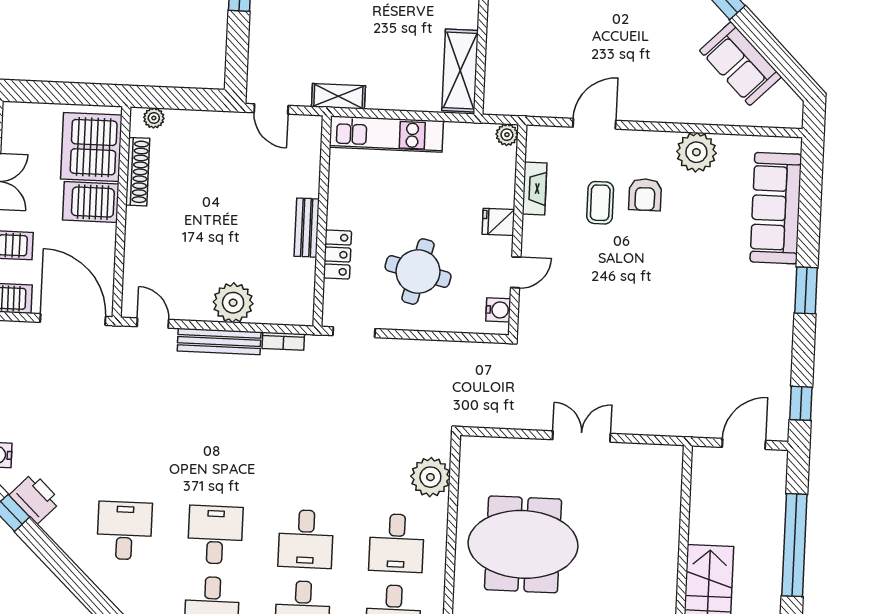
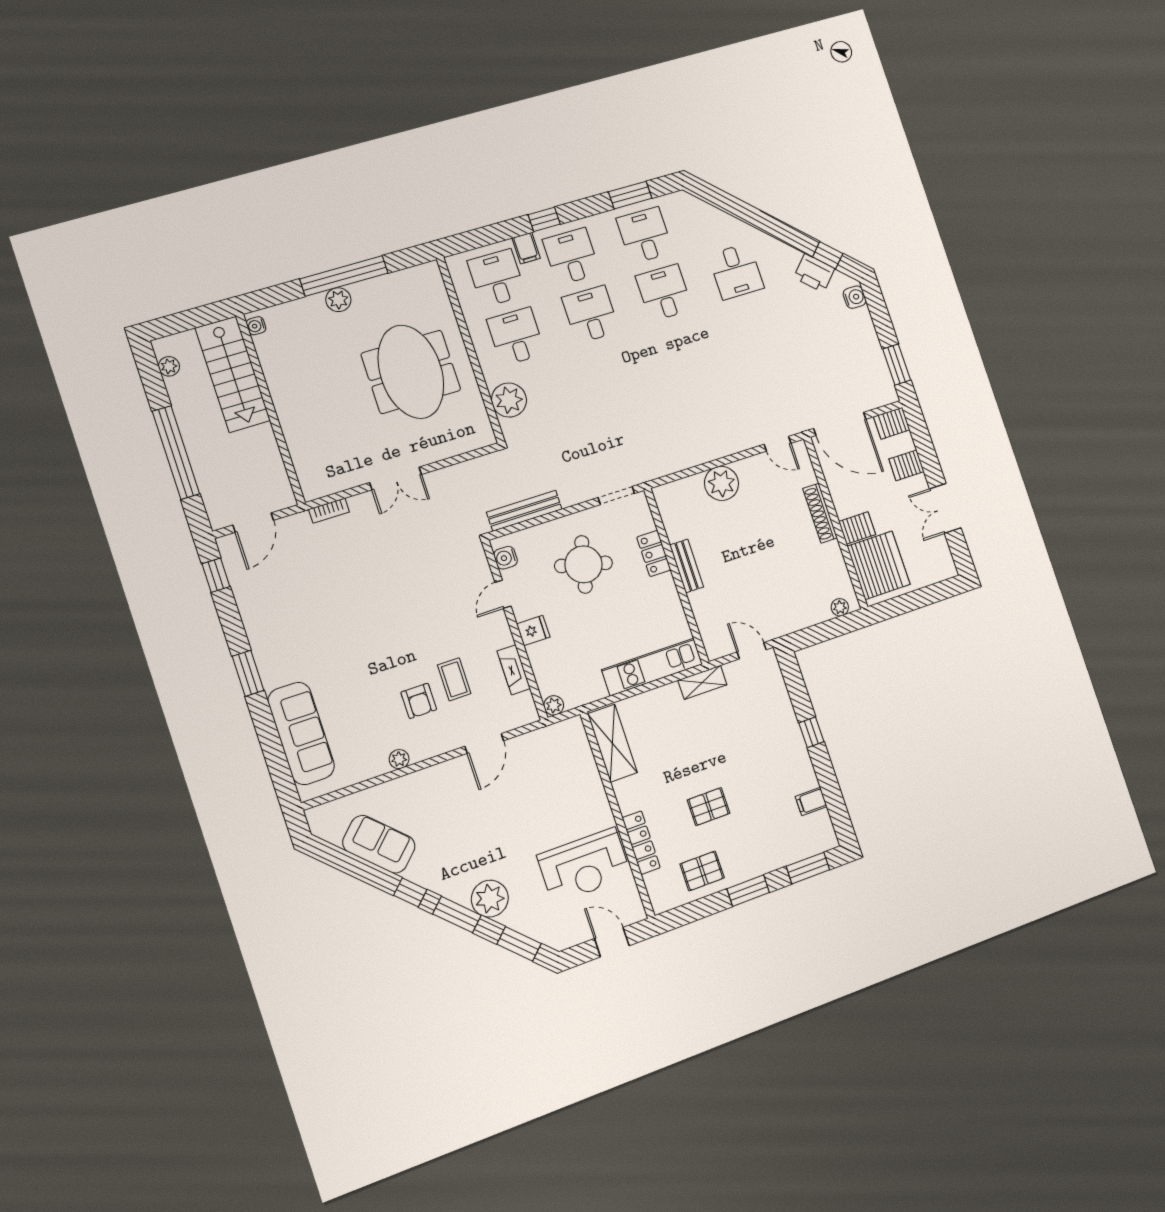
plant: (696, 152) -> (399, 759), width x0.53, depth x0.53
shoe rack: (138, 172) -> (820, 513), moved
armchair: (645, 195) -> (419, 701), turned 180
server rack: (91, 202) -> (857, 528), width x0.73, depth x0.70
bookcase: (283, 341) -> (329, 511), moved, turned 180
bench: (219, 342) -> (524, 511), moved
desk: (215, 535) -> (664, 293), turned 180
meeting table: (523, 544) -> (411, 372), turned 90

